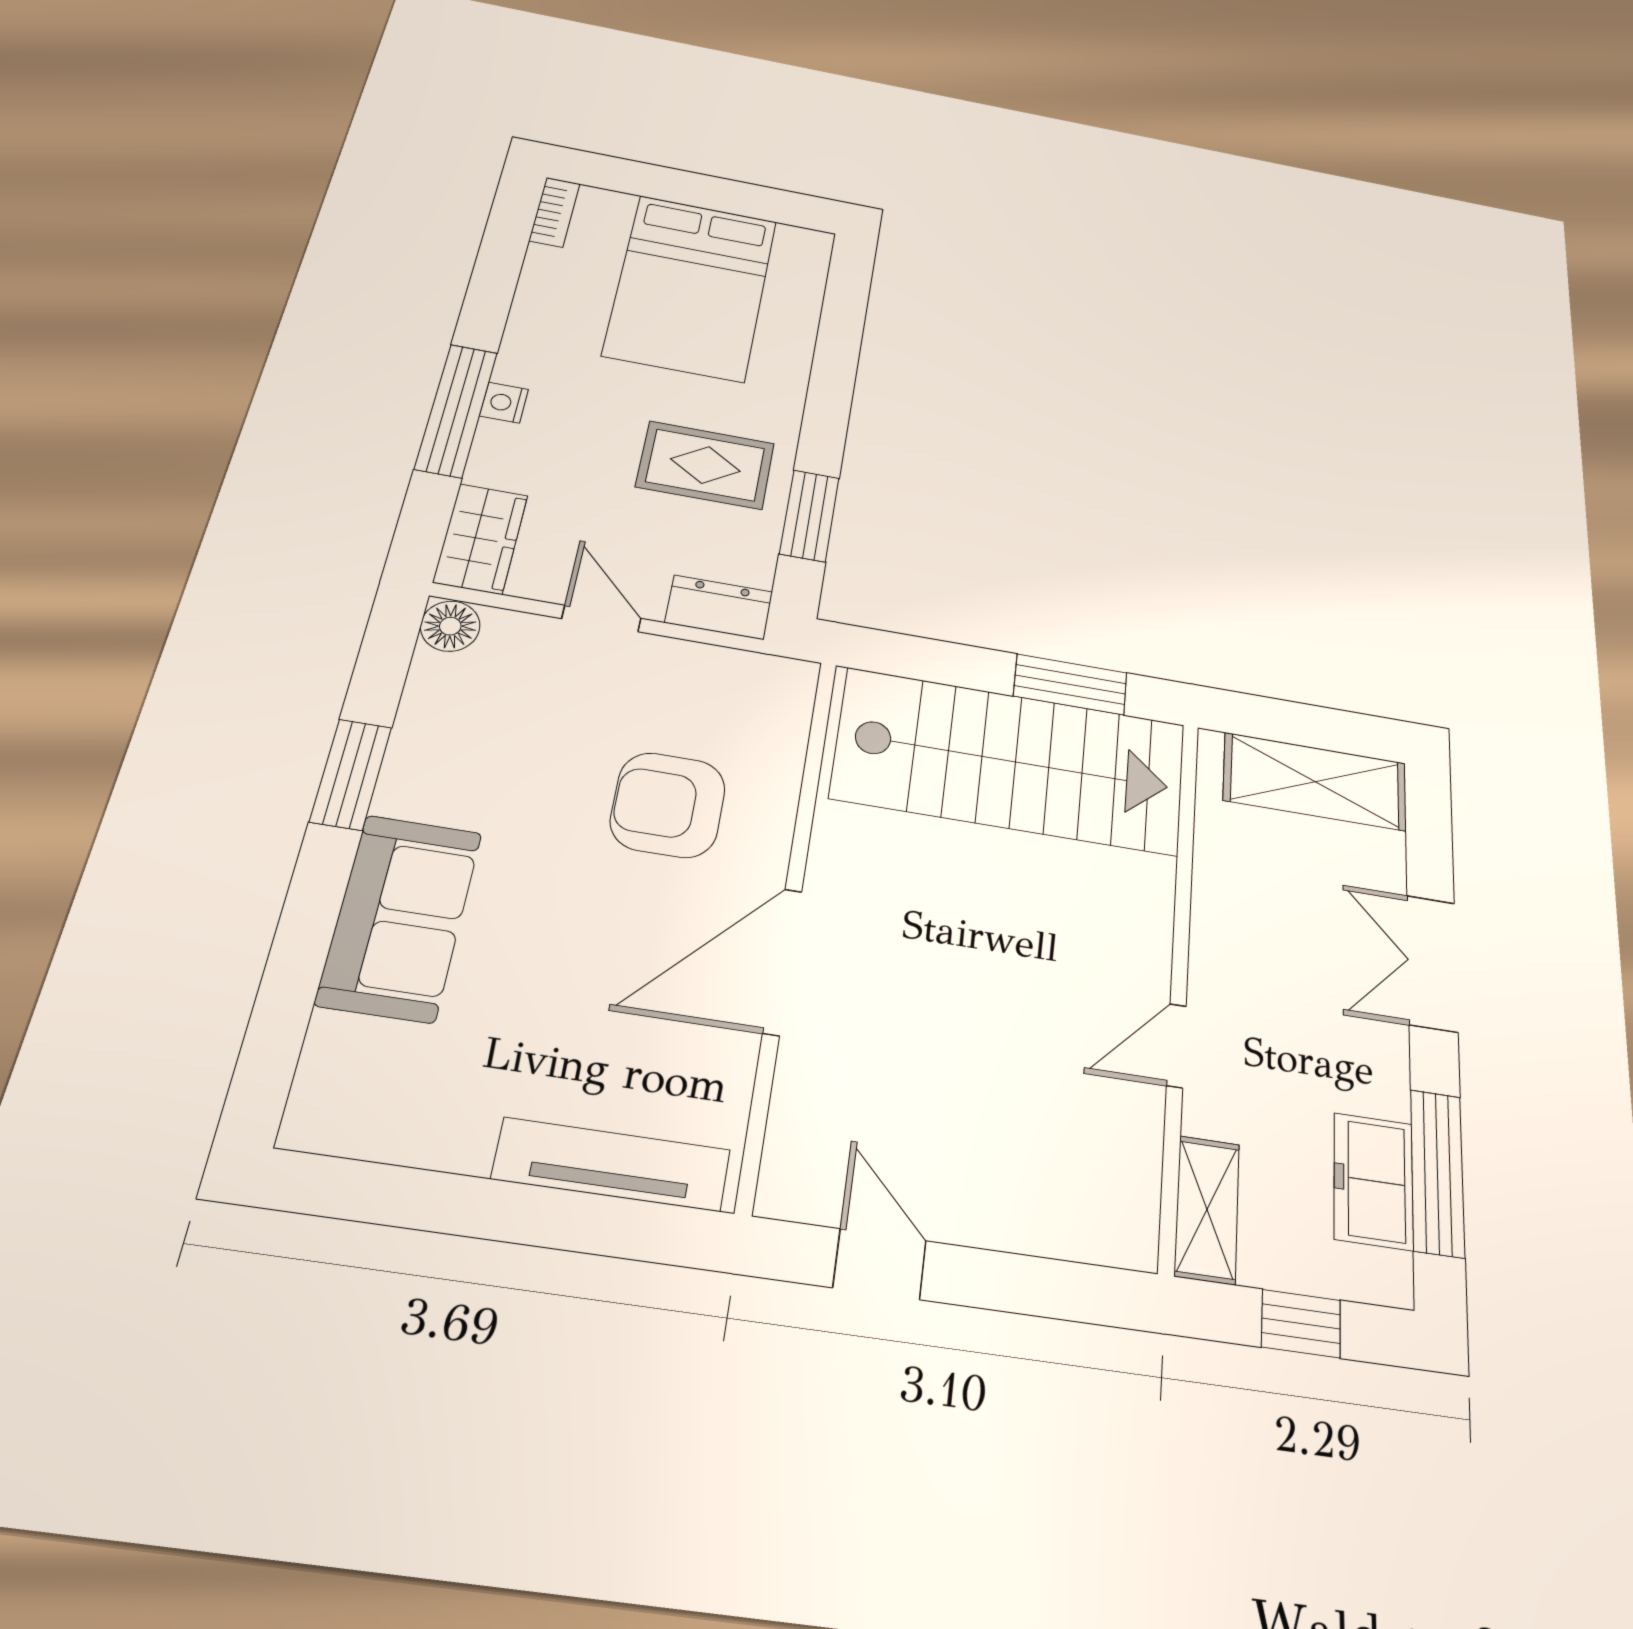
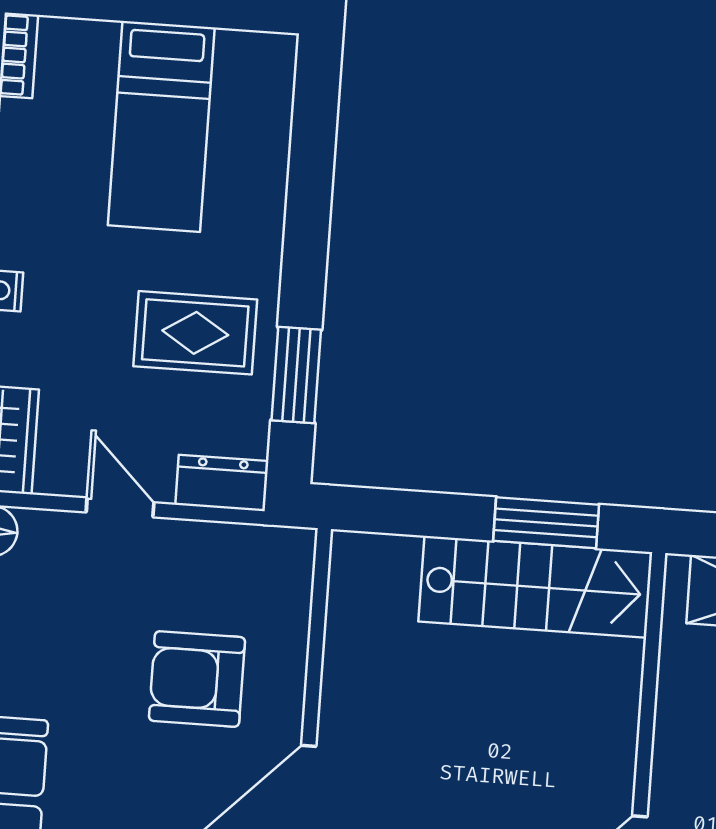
bed: (691, 287) -> (161, 126), width x0.67
stairs: (1011, 761) -> (535, 587), width x0.73, depth x0.66

